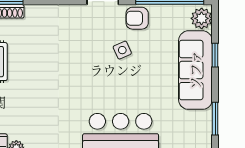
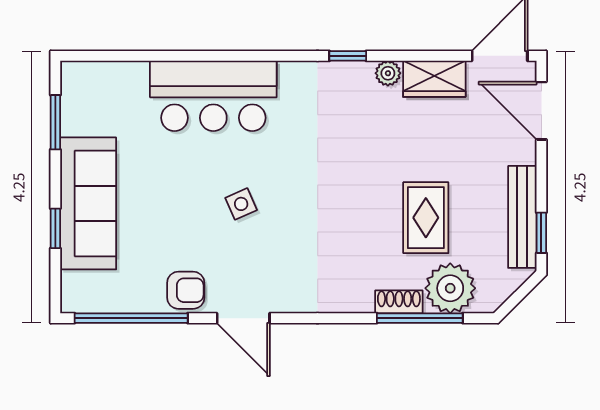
plant: (202, 18) -> (78, 290), removed
side table: (122, 50) -> (241, 204), moved

